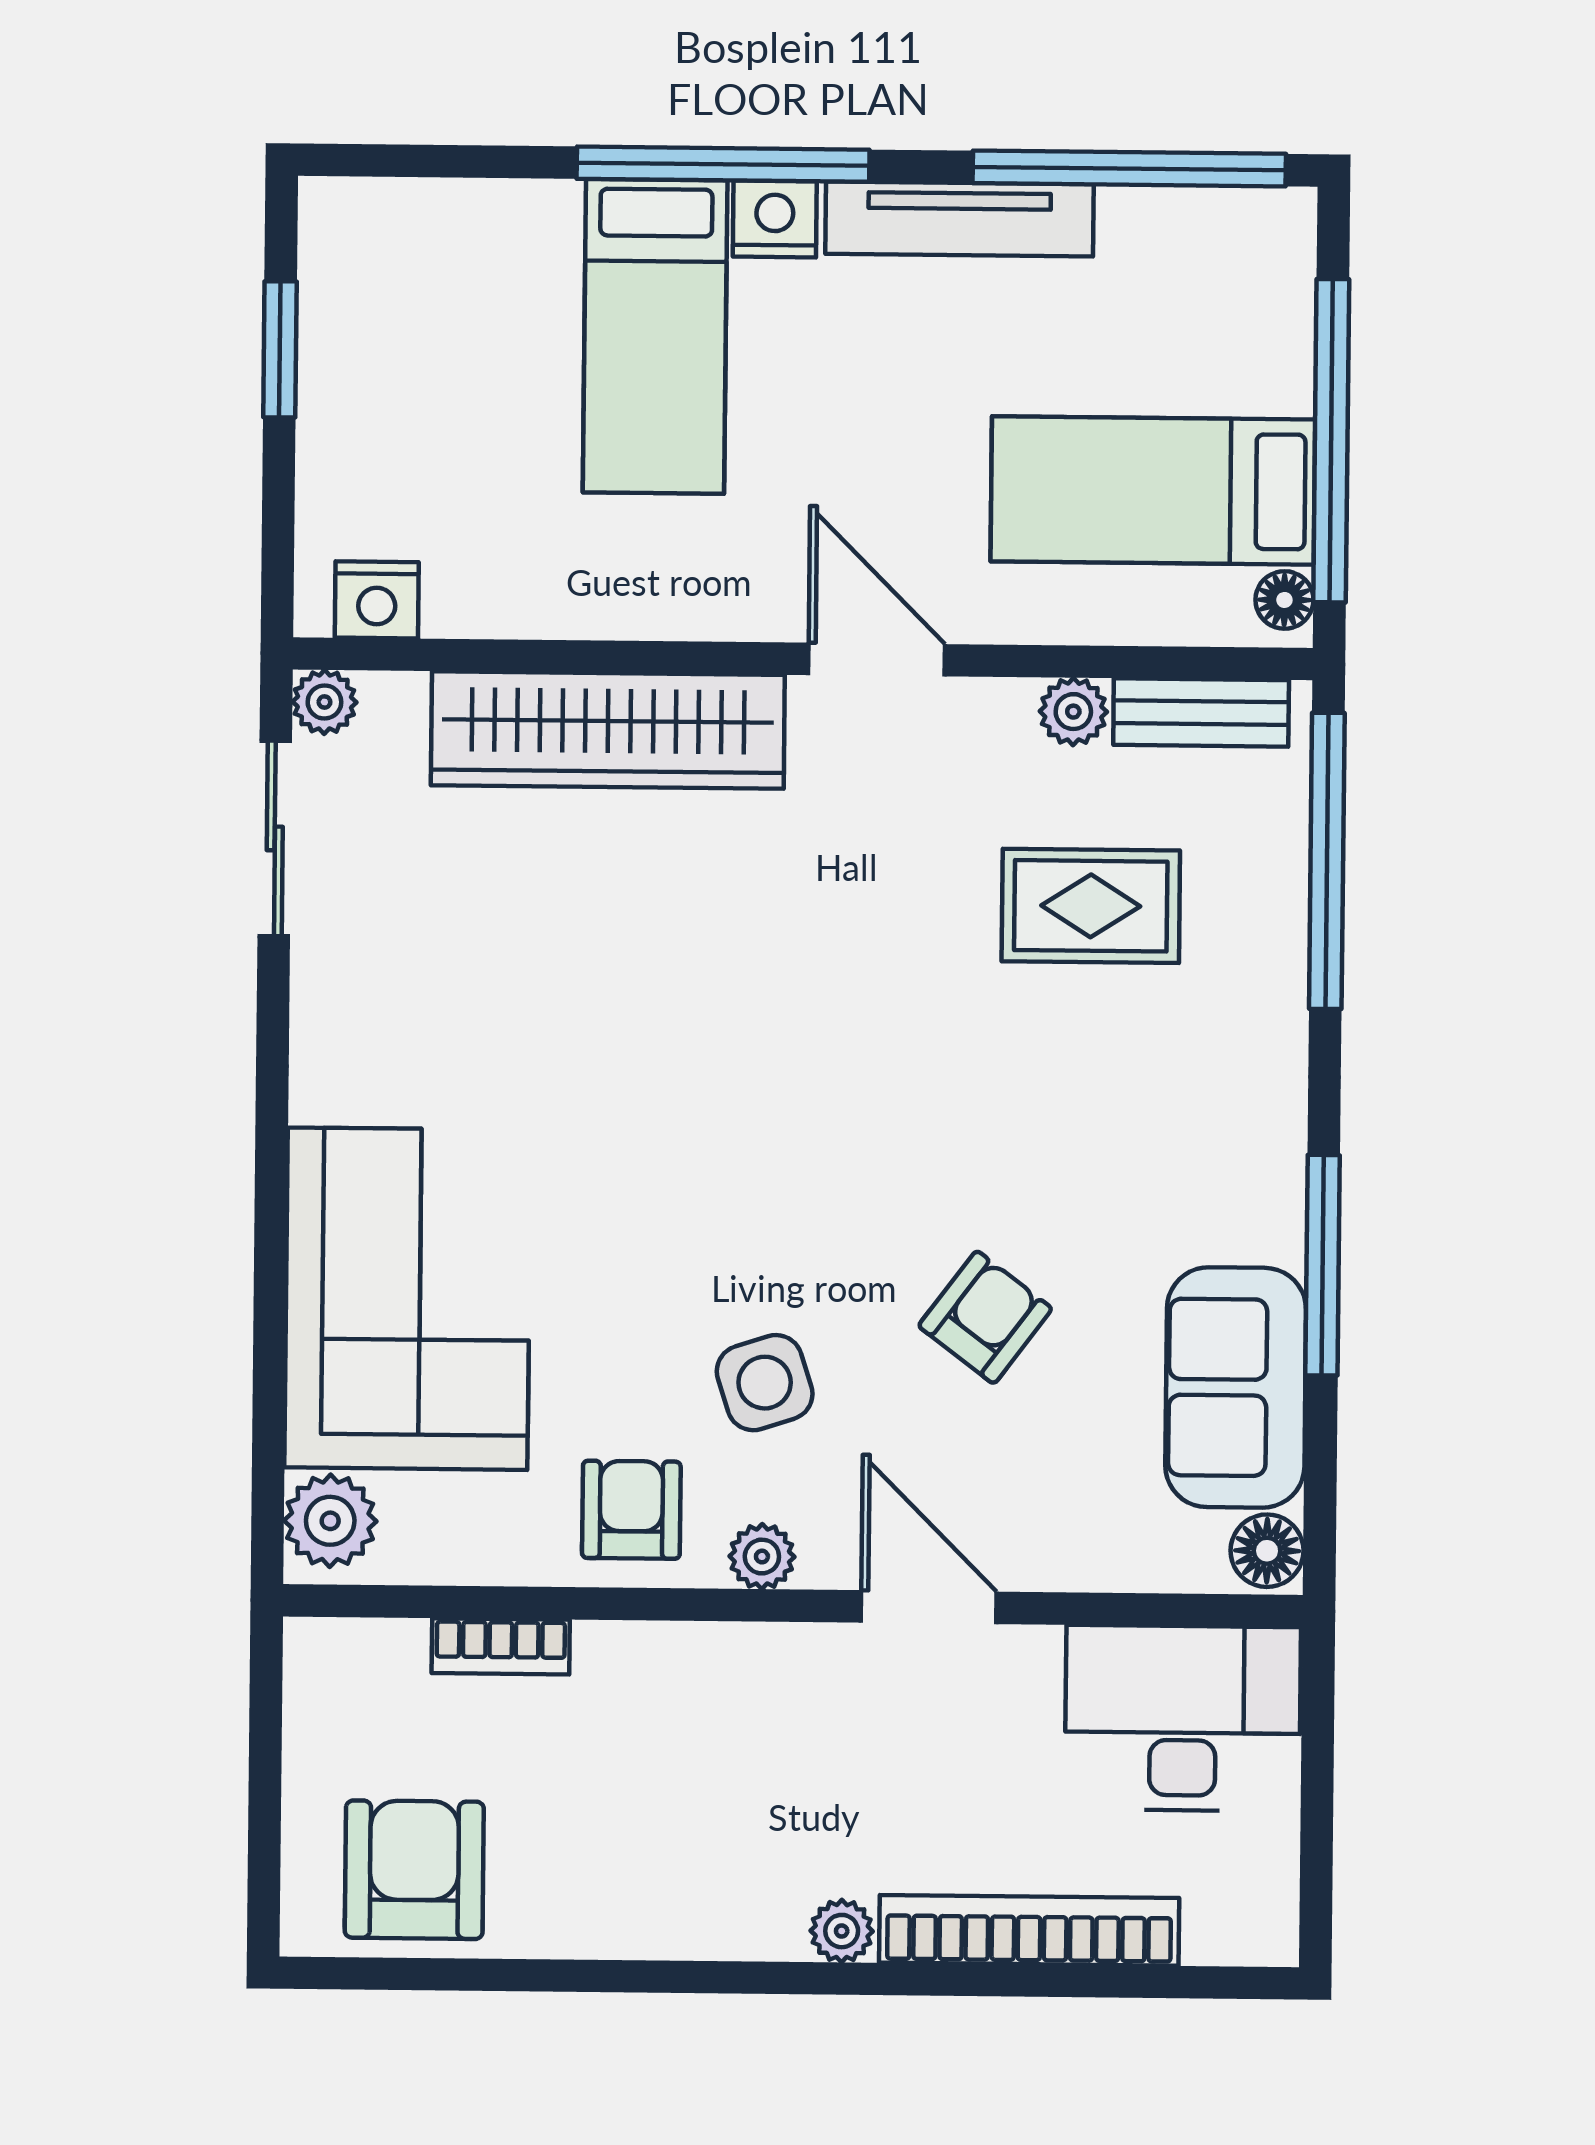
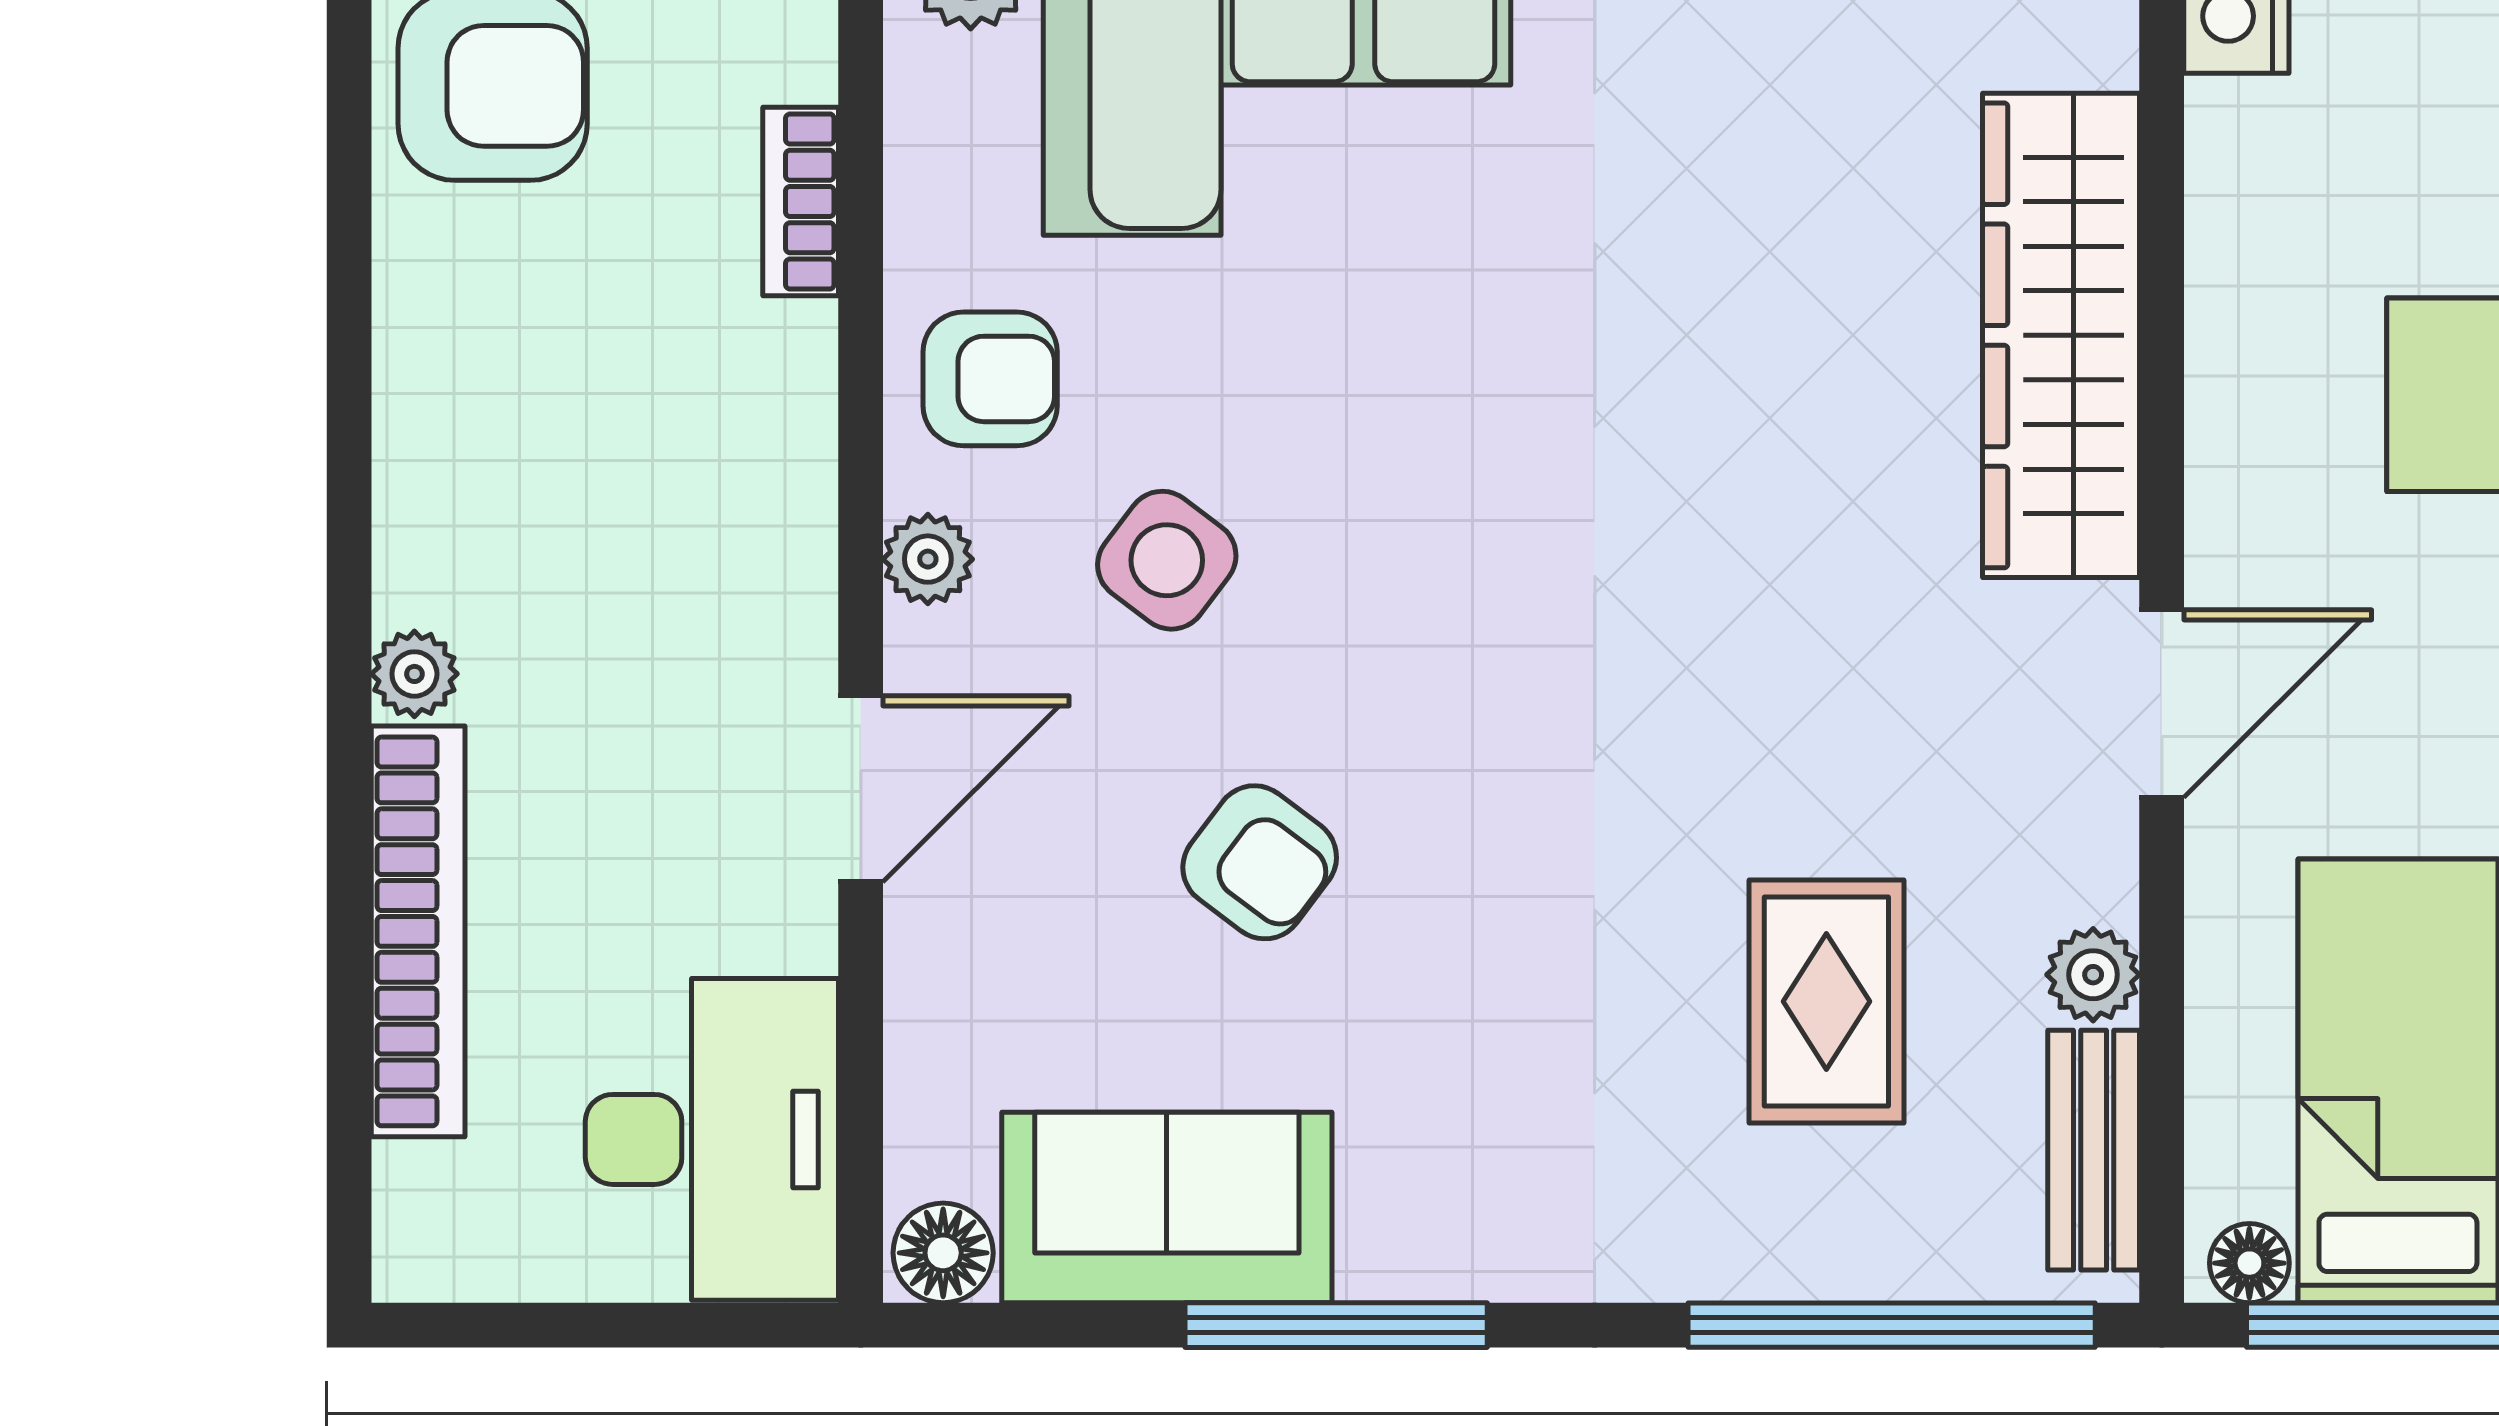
side table: (765, 1383) -> (1167, 560), turned -35

